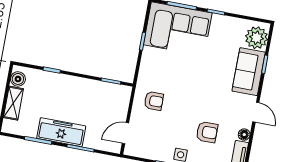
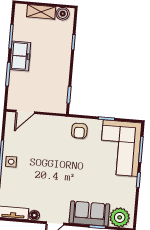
armchair: (154, 101) -> (79, 131), moved
freezer: (61, 132) -> (20, 56), width x0.71
armchair: (207, 132) -> (33, 183), removed
door: (125, 133) -> (25, 112), swing flipped

